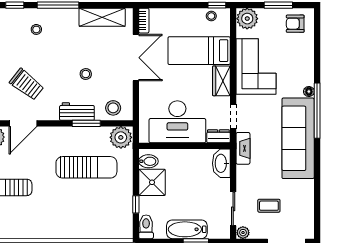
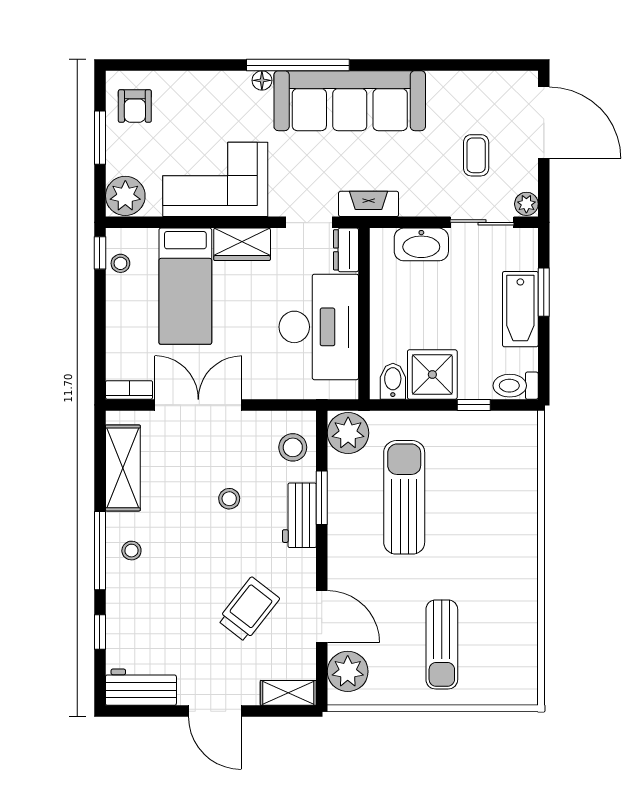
stool: (36, 29) -> (131, 551), moved
washbasin: (221, 163) -> (421, 244), moved

